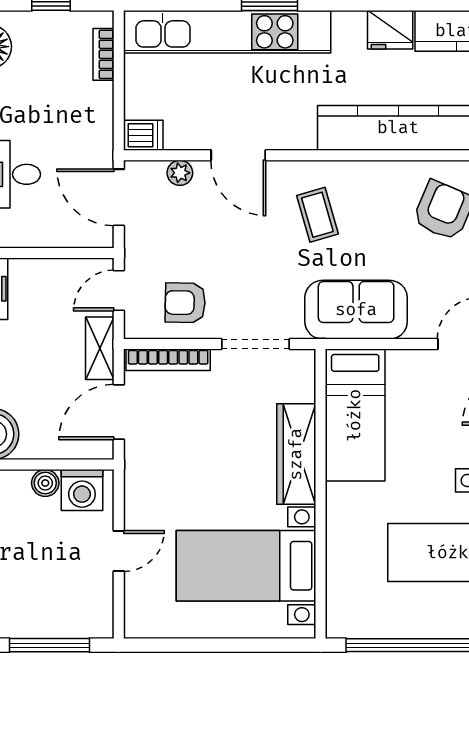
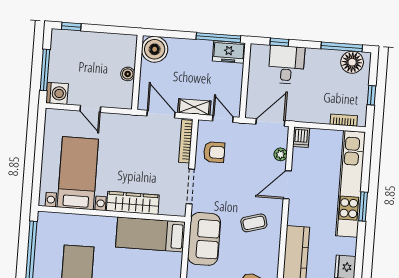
armchair: (185, 303) -> (214, 152), turned 89
washing machine: (82, 490) -> (57, 93), moved, turned 180

